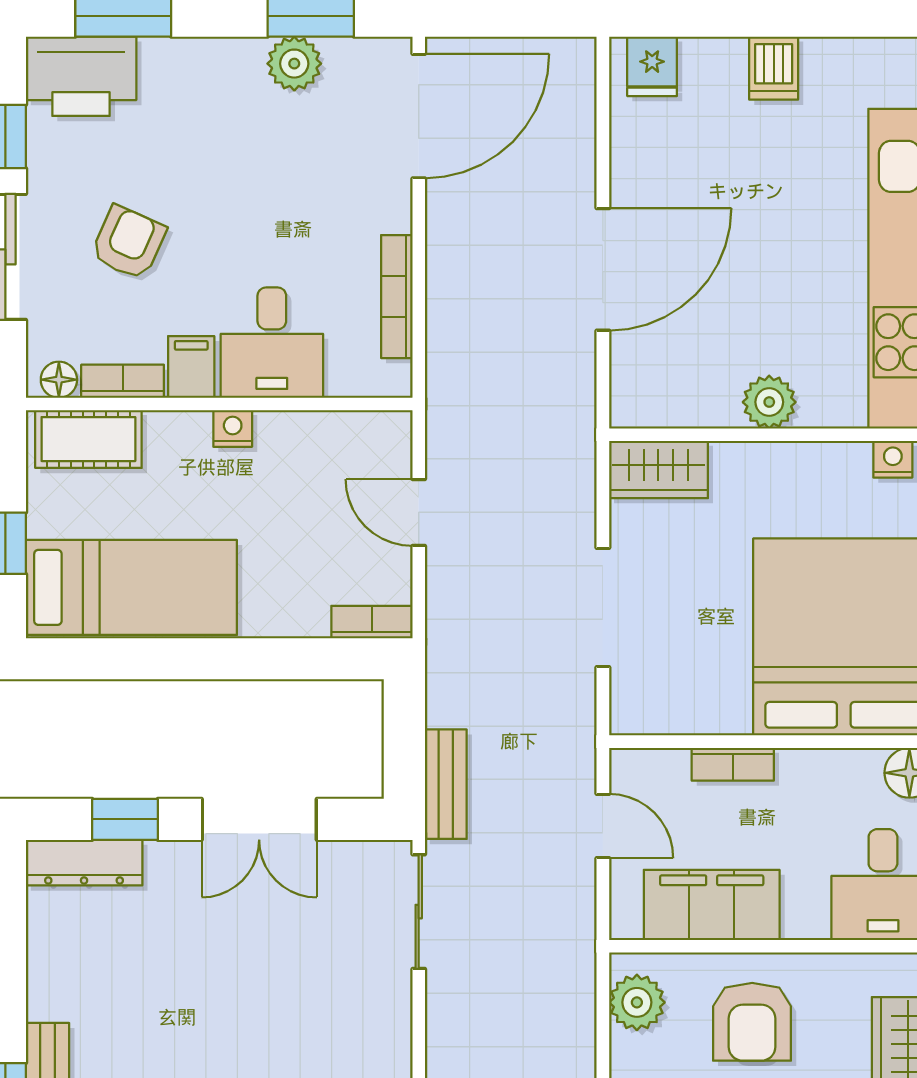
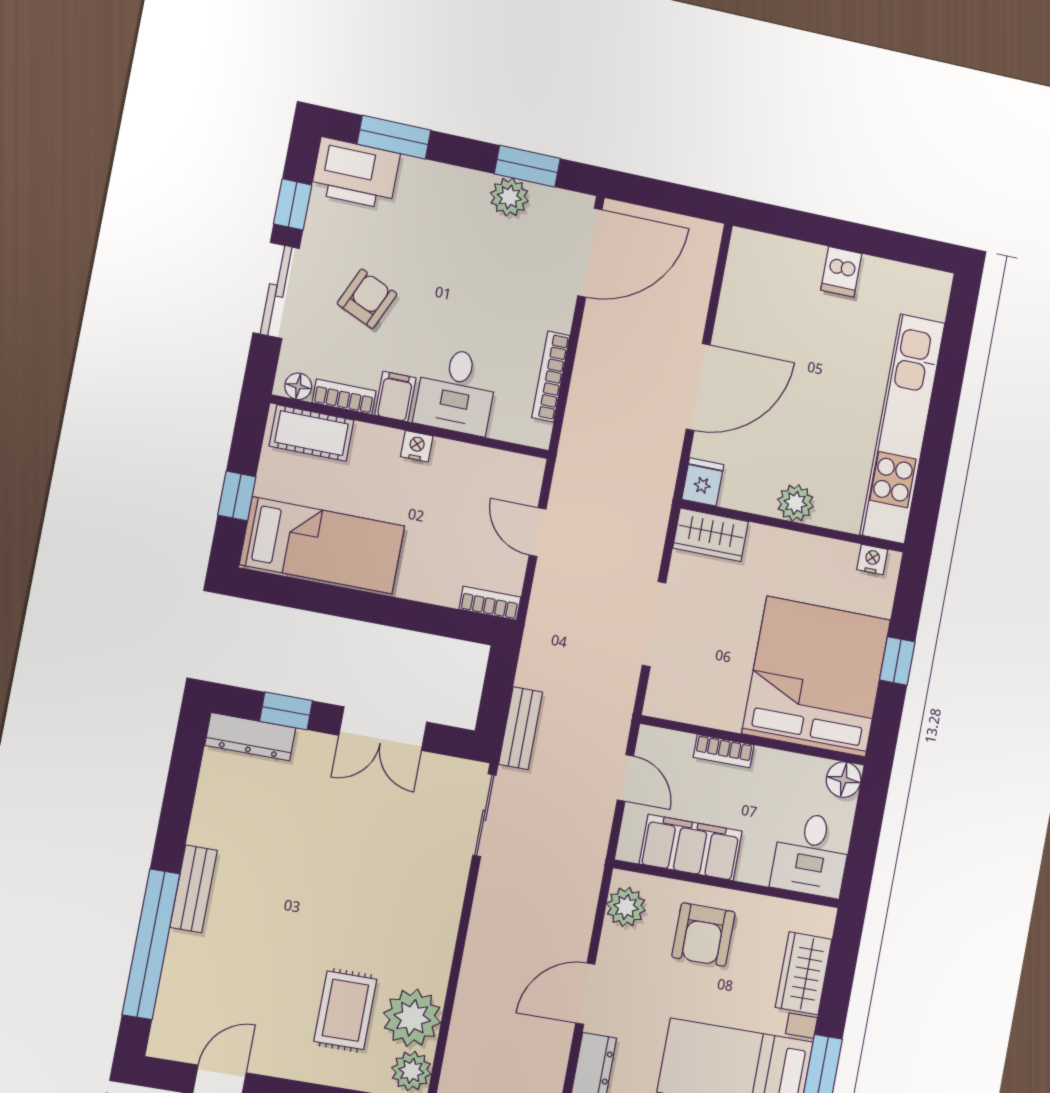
fridge: (652, 66) -> (703, 482), moved, turned 180

